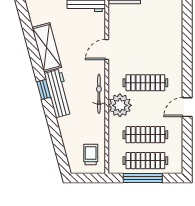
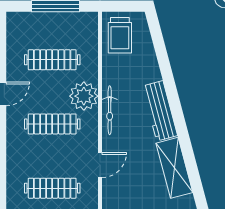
window: (44, 89) -> (178, 116), removed
trolley: (91, 154) -> (120, 35), width x1.36, depth x1.39
clothes rail: (145, 161) -> (52, 188), moved

